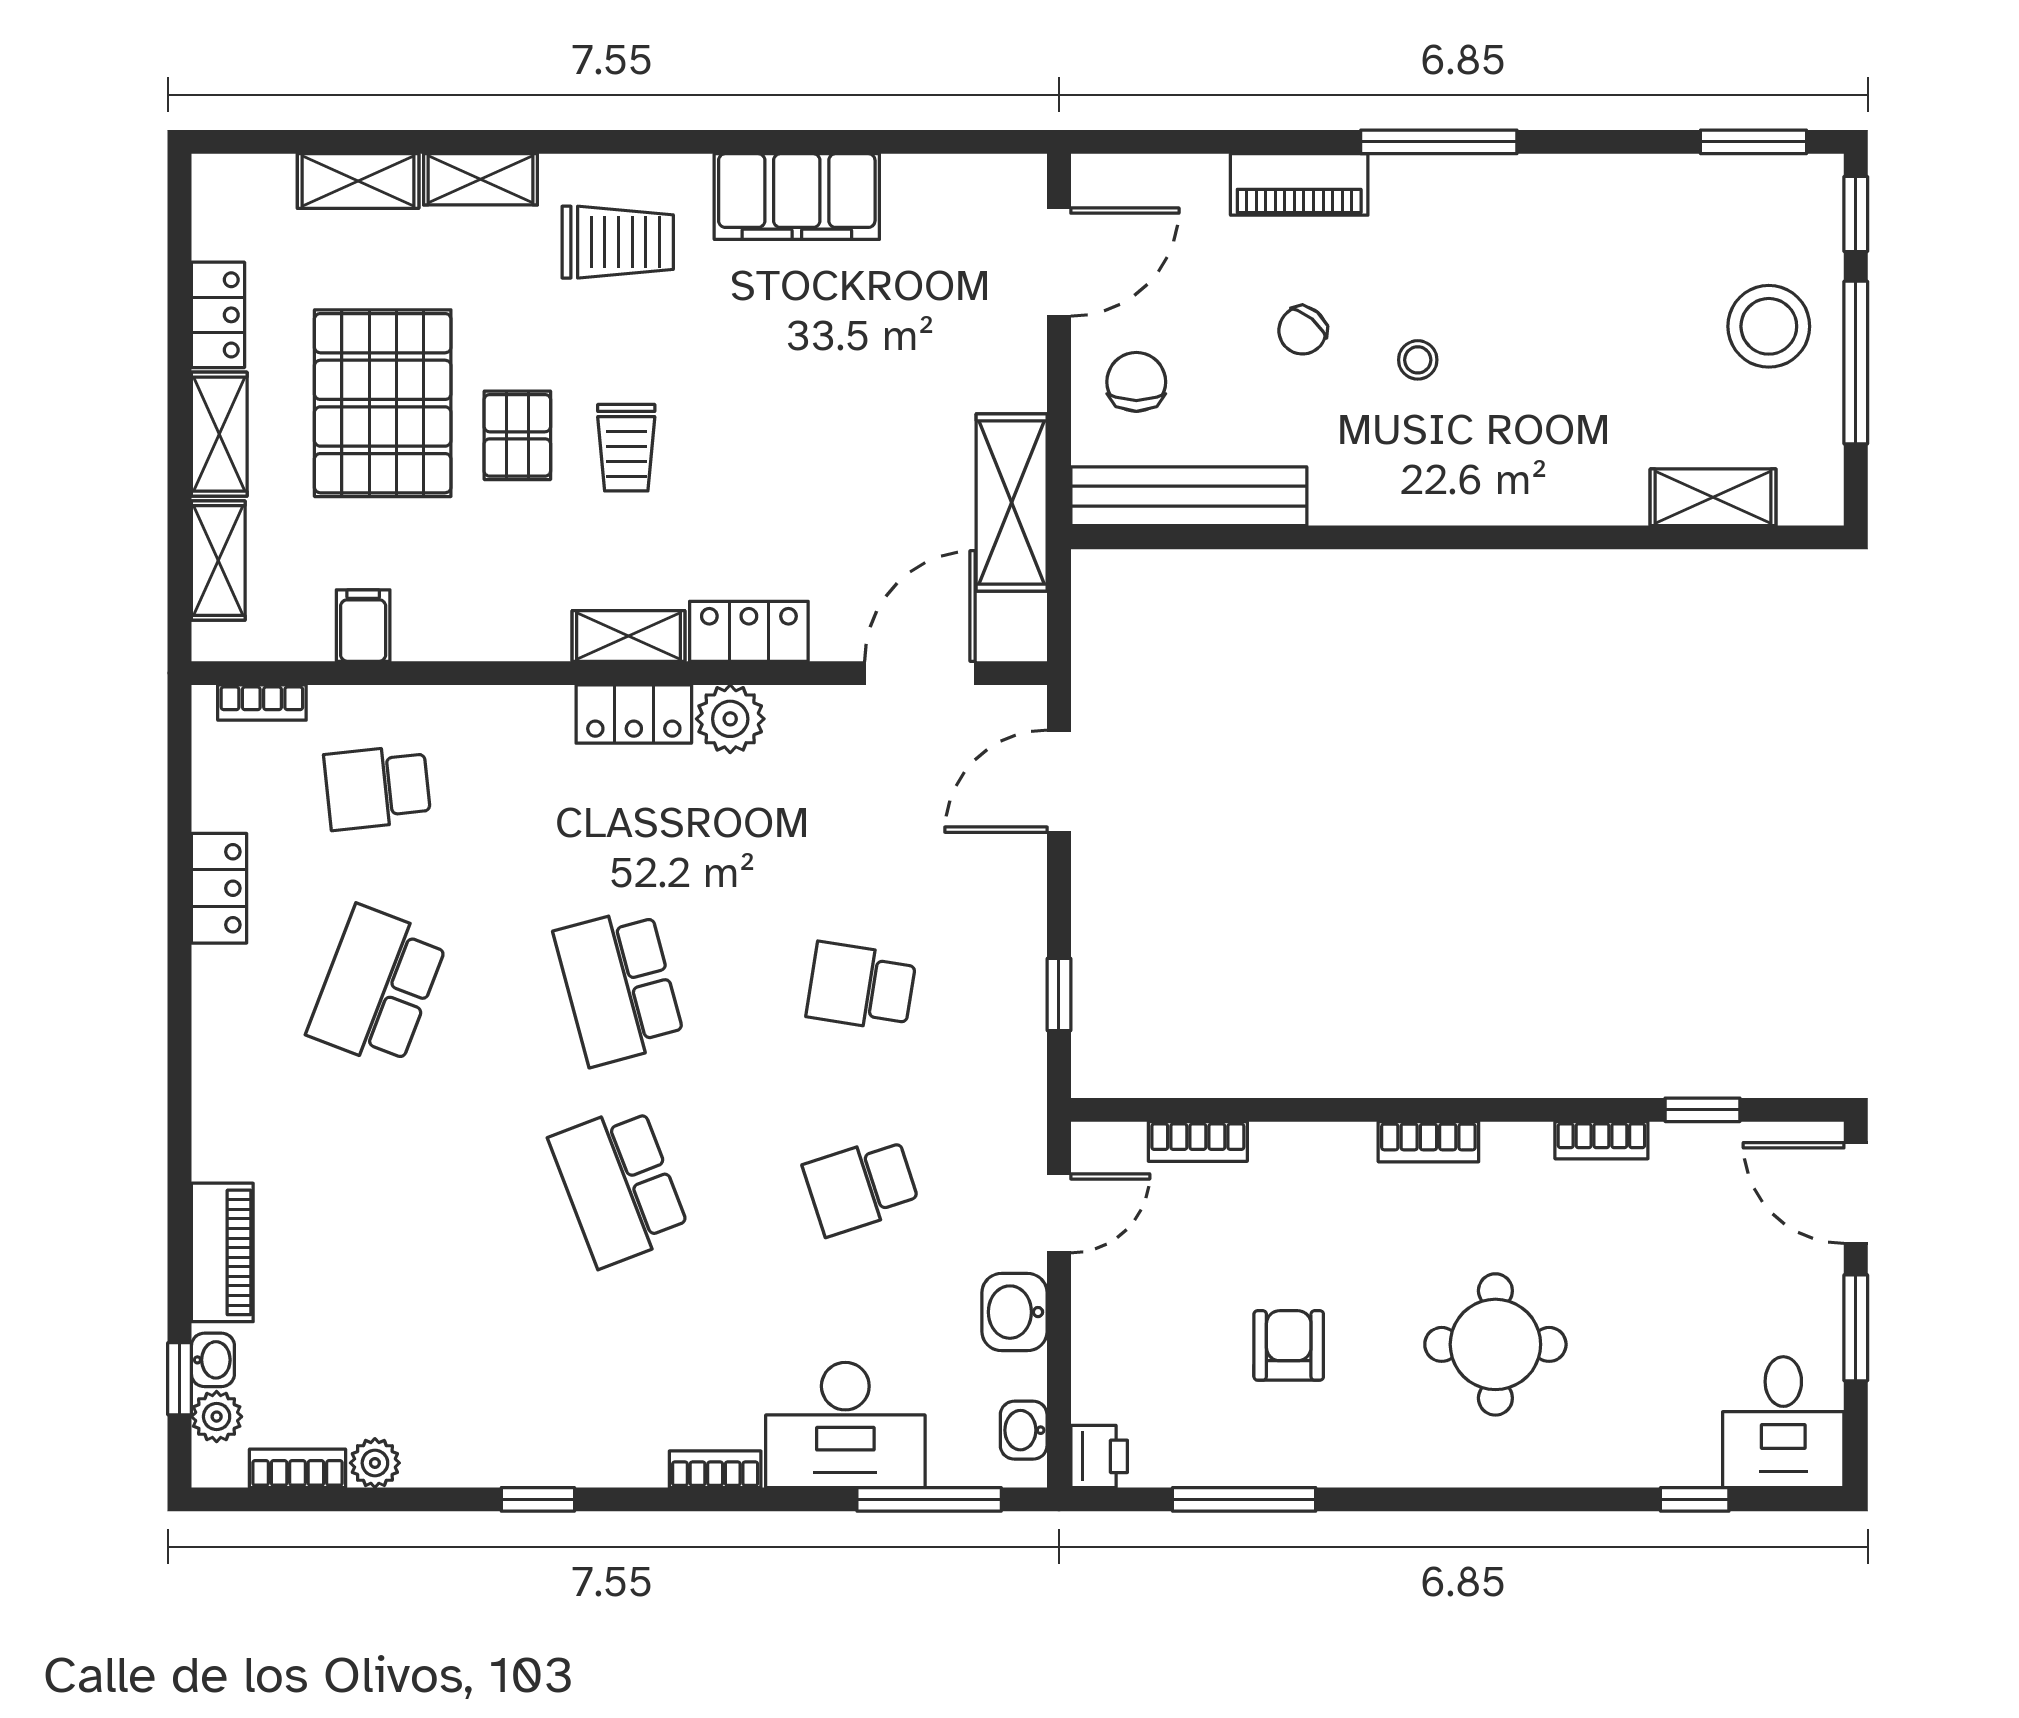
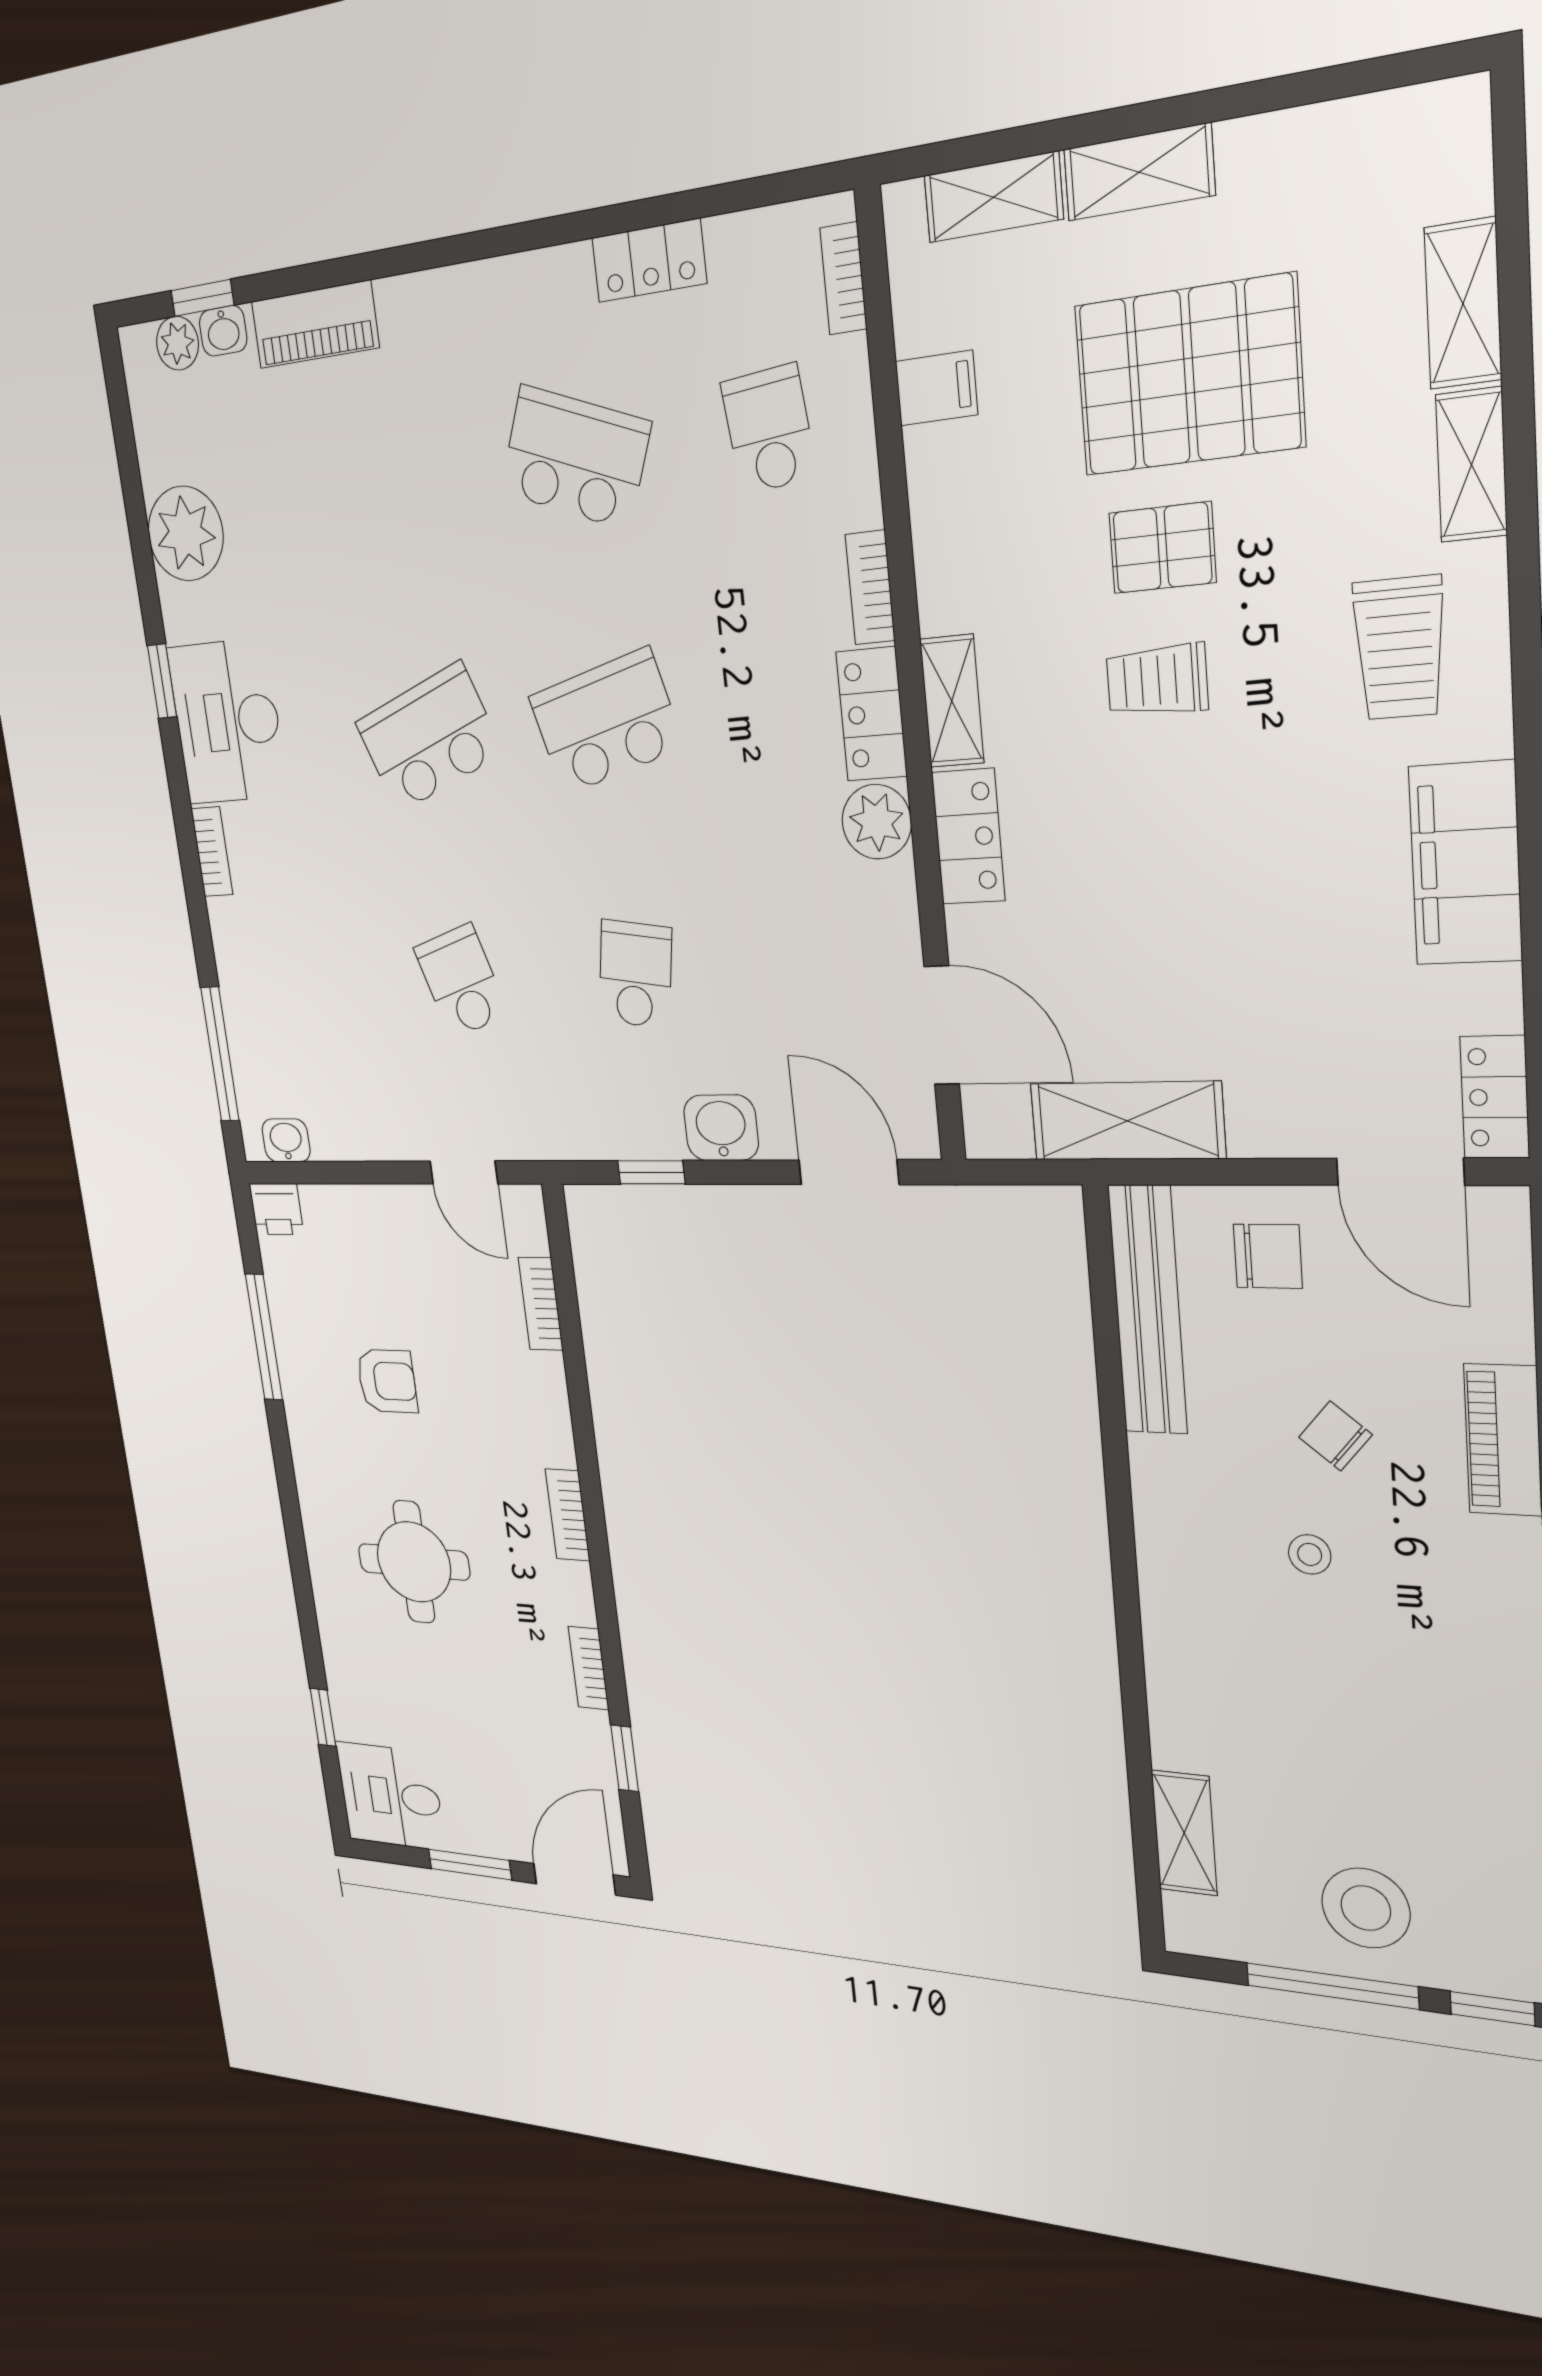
locker: (218, 315) -> (1495, 1097), moved, turned 90
washbasin: (1014, 1312) -> (721, 1128), moved
desk: (845, 1425) -> (227, 722), moved
plant: (375, 1463) -> (186, 534), width x1.87, depth x1.87
bookcase: (298, 1468) -> (870, 588), moved, turned 180

